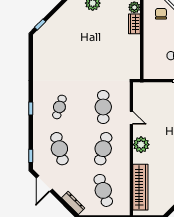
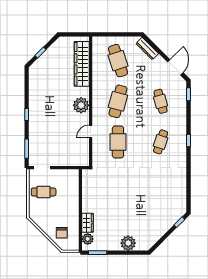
door: (131, 118) -> (91, 131), hinge flipped
cafe table: (59, 149) -> (161, 101), width x0.73, depth x0.74

